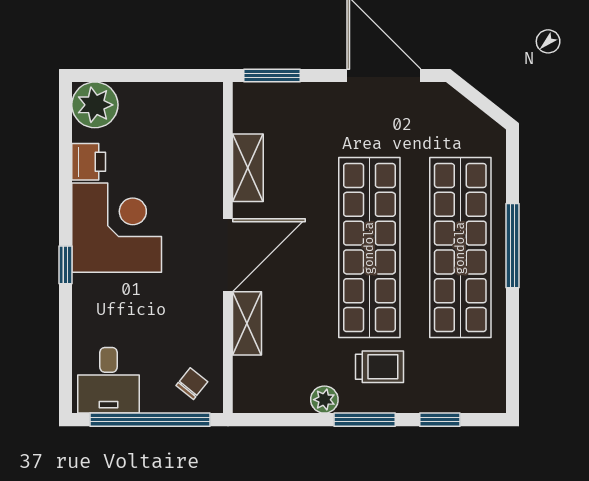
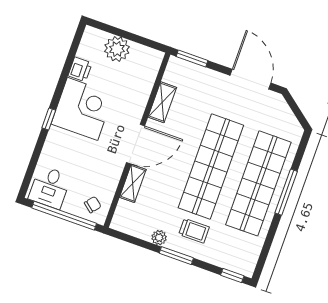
plant: (95, 105) -> (117, 49), moved
window: (440, 420) -> (232, 276), moved

